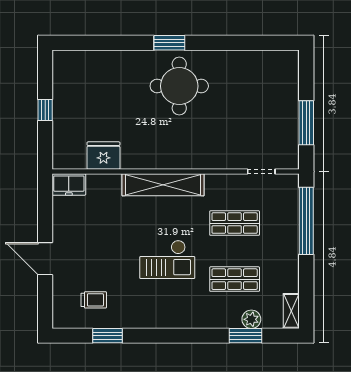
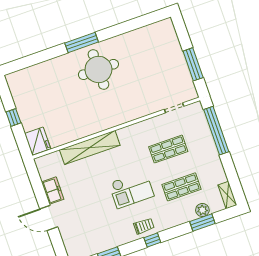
window: (169, 43) -> (82, 42), width x1.44
fridge: (103, 156) -> (38, 141), moved, turned 90
freezer: (69, 184) -> (53, 191), moved, turned -90
shelving: (163, 185) -> (90, 147), moved
trolley: (94, 300) -> (144, 226), moved
window: (171, 336) -> (152, 240), added

